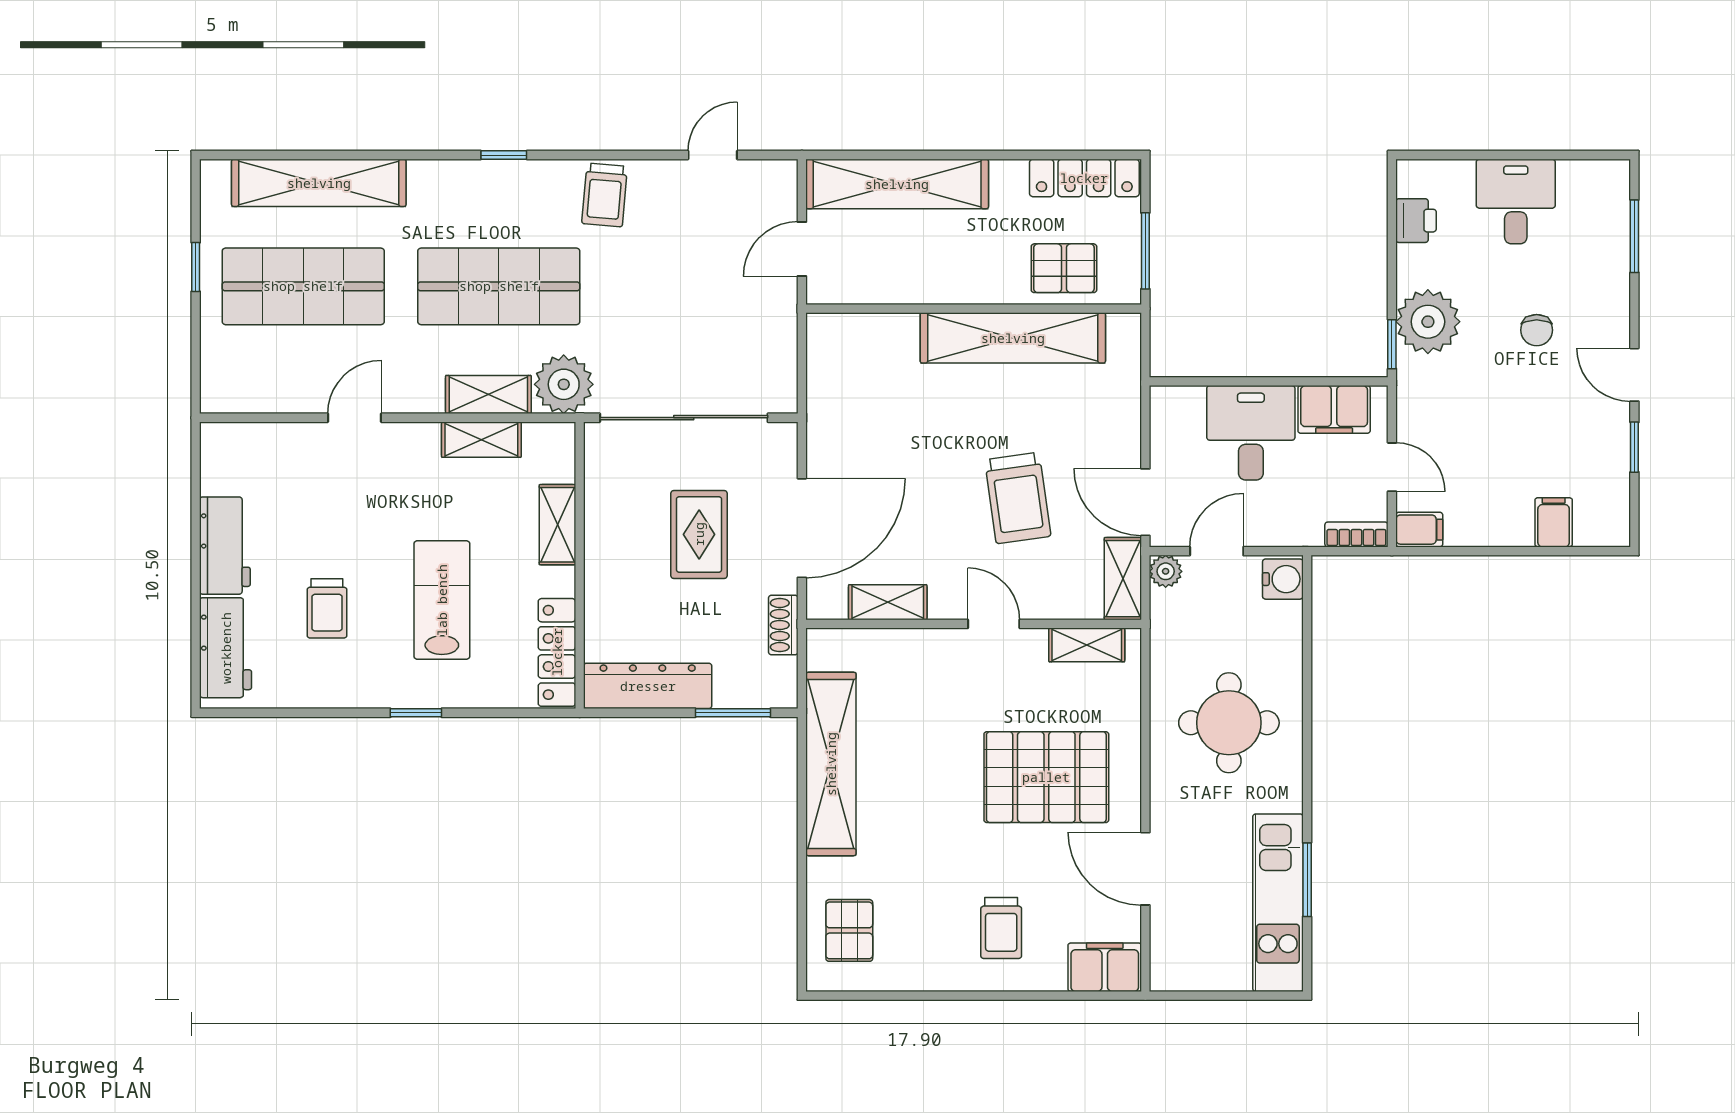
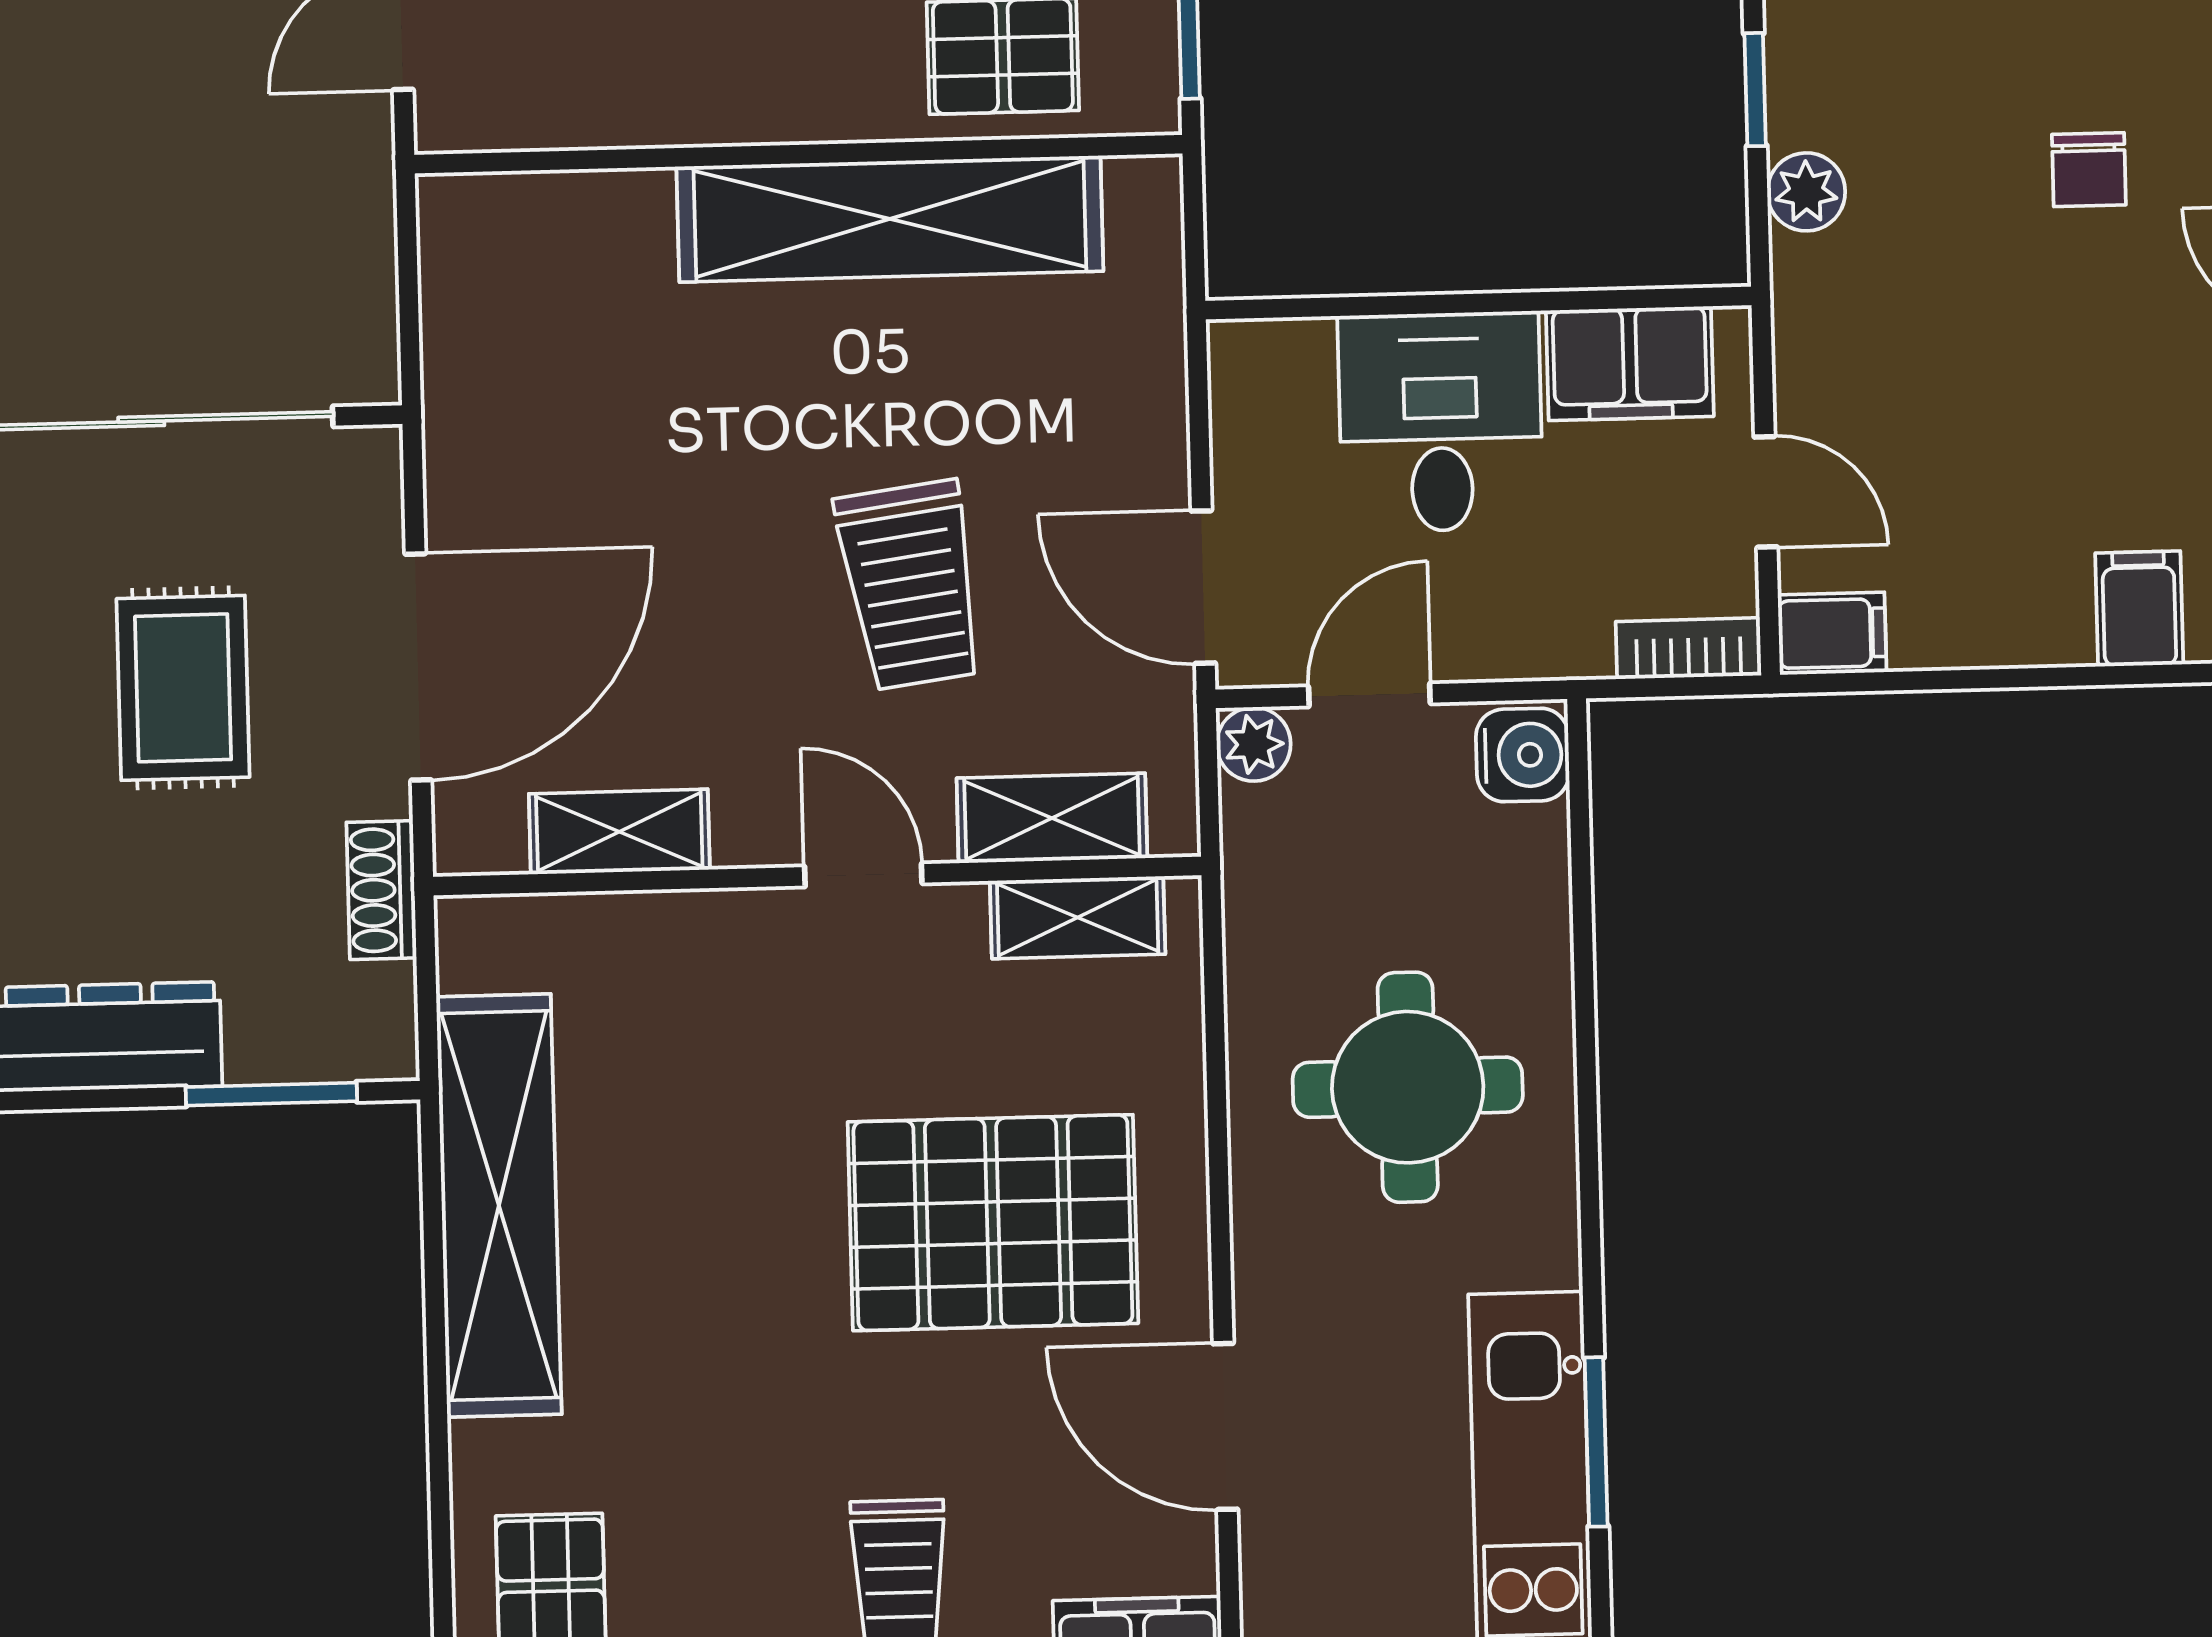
plant: (1428, 322) -> (1806, 192), width x0.53, depth x0.53
window: (1392, 344) -> (1755, 90), moved
shelving: (1123, 579) -> (1052, 818), moved, turned 90

